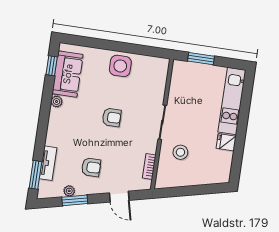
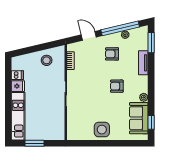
window: (201, 59) -> (34, 143), moved
armchair: (112, 117) -> (117, 86), moved
stool: (180, 152) -> (47, 60), moved
dishwasher: (225, 157) -> (17, 75), added
tv unit: (48, 163) -> (143, 63), moved
window: (75, 200) -> (120, 28), width x2.11

